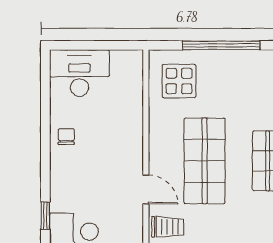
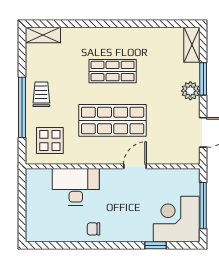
desk: (79, 73) -> (76, 187), moved, turned 90
trolley: (168, 227) -> (41, 94), moved

